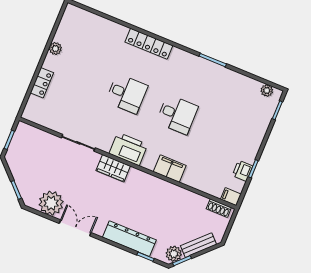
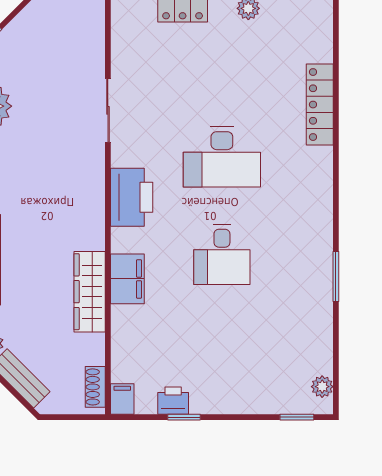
locker: (149, 44) -> (320, 105), moved
desk: (127, 94) -> (222, 157), width x1.37
wardrobe: (113, 168) -> (90, 292), moved, width x1.50

